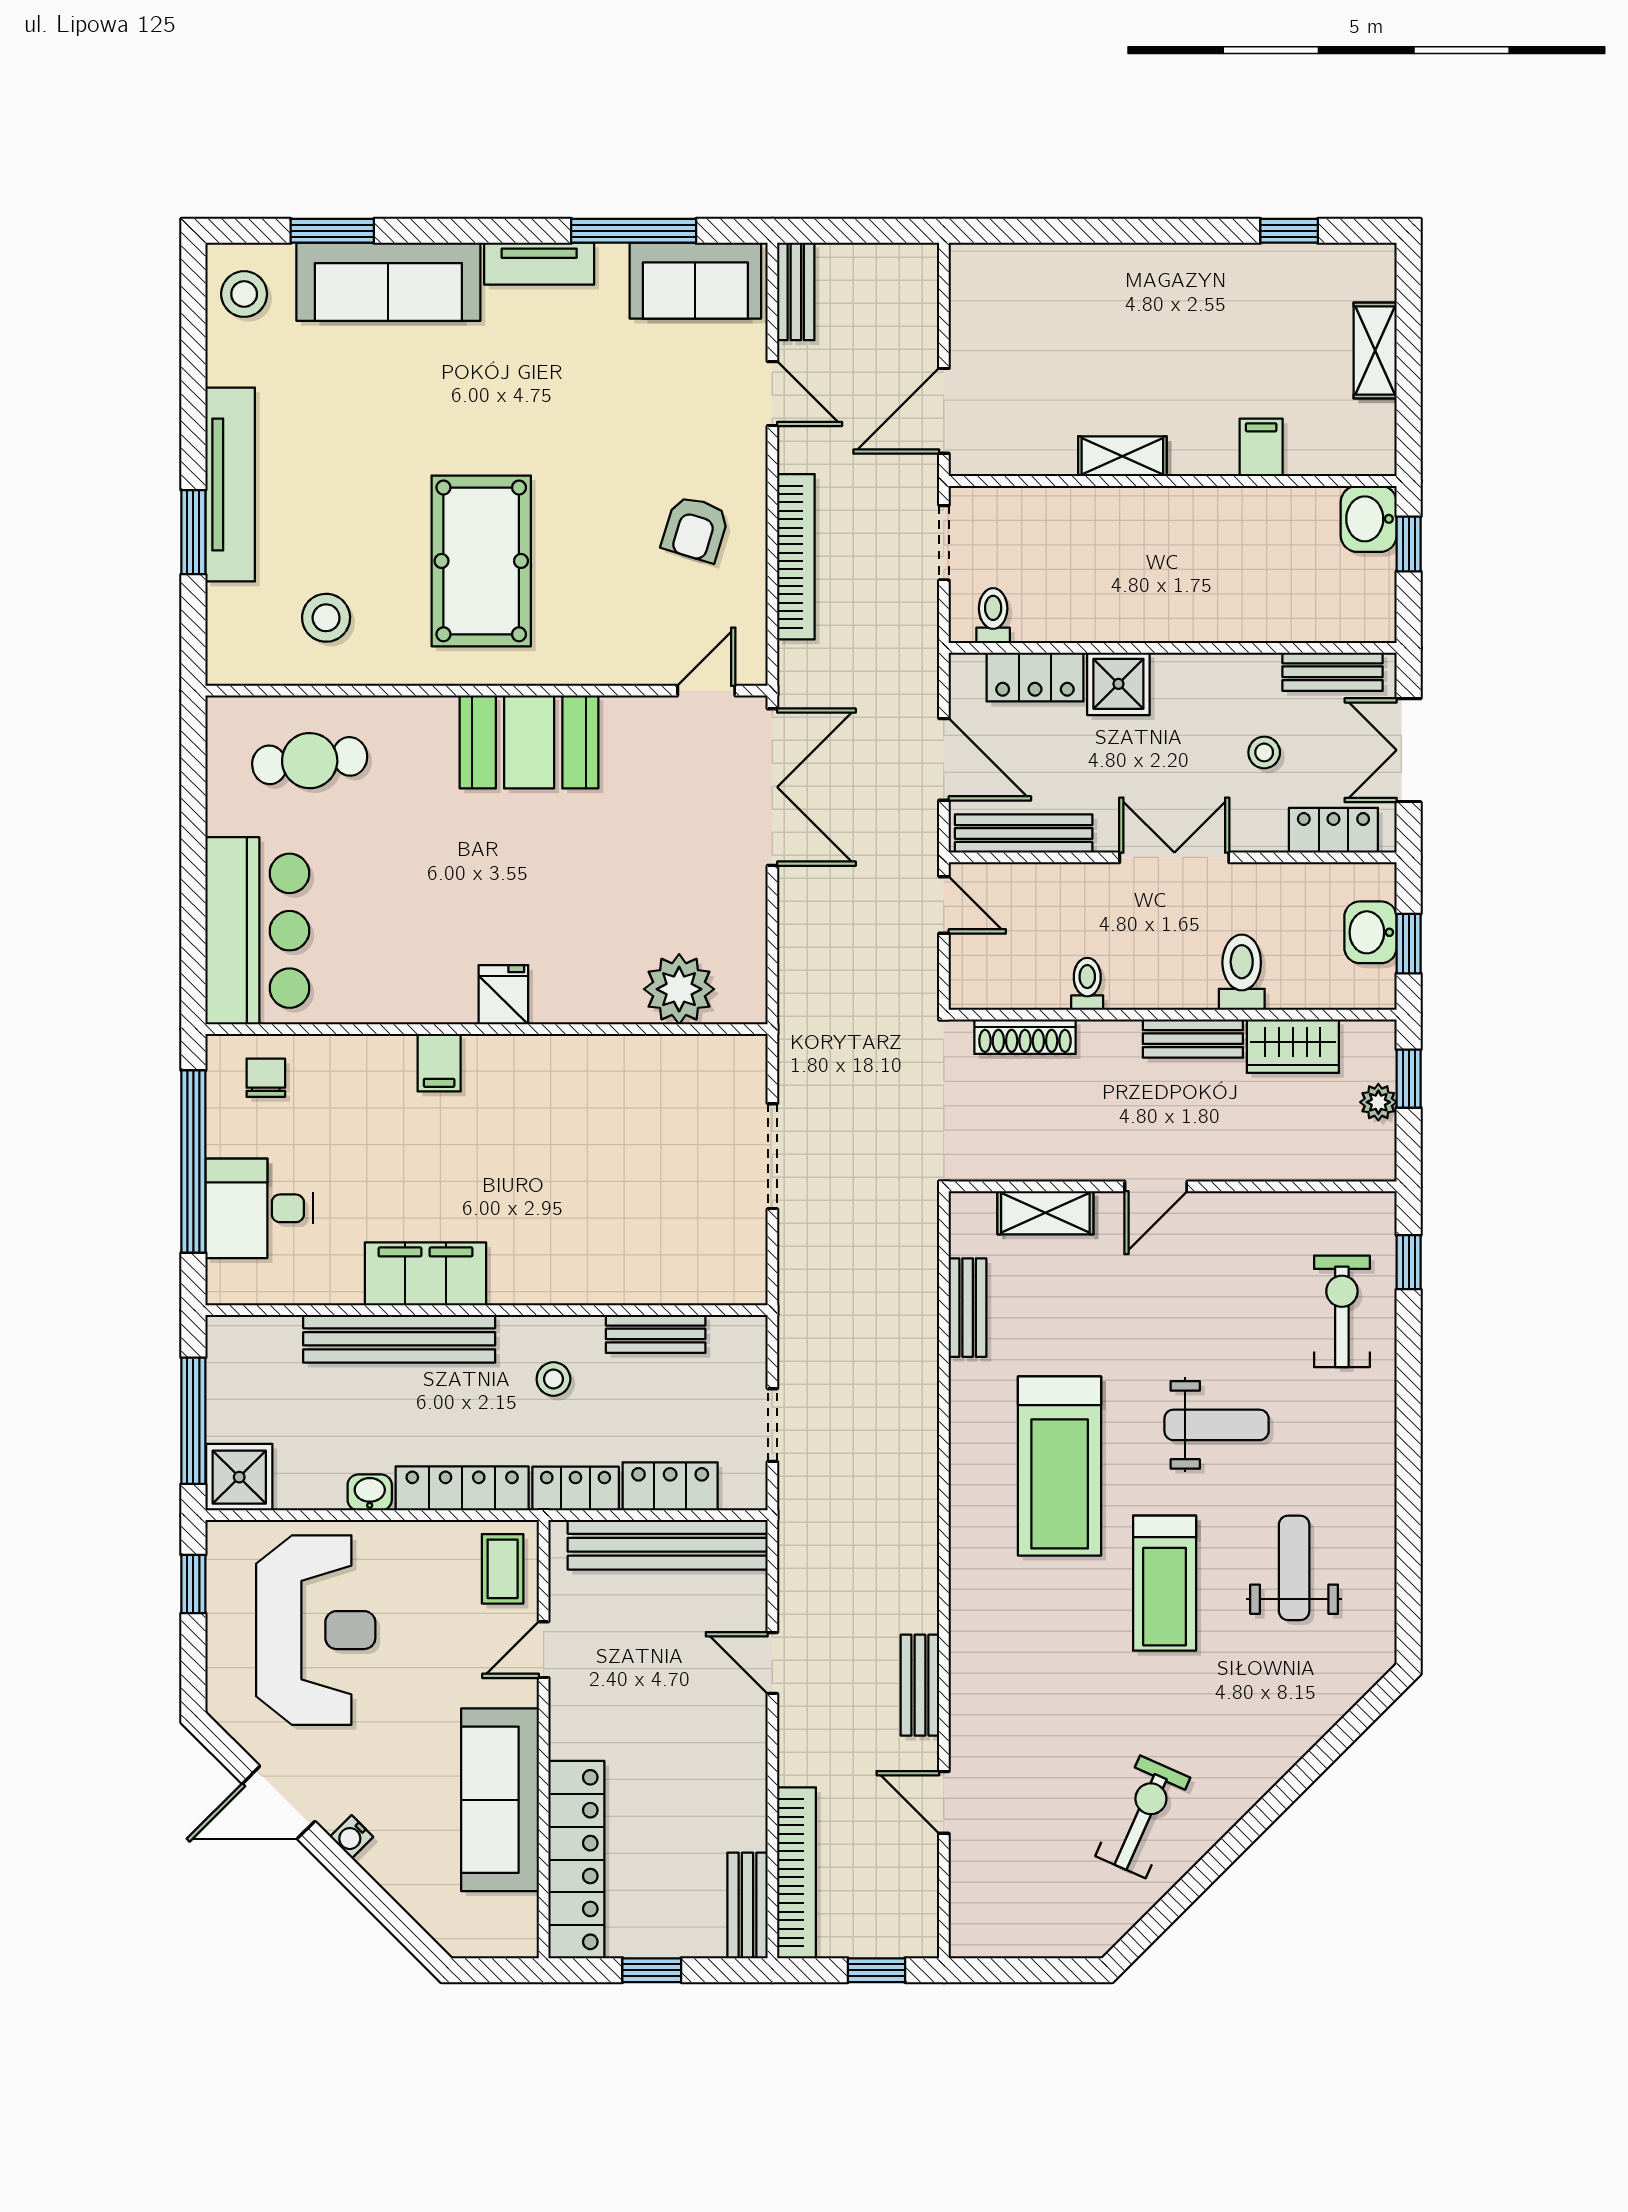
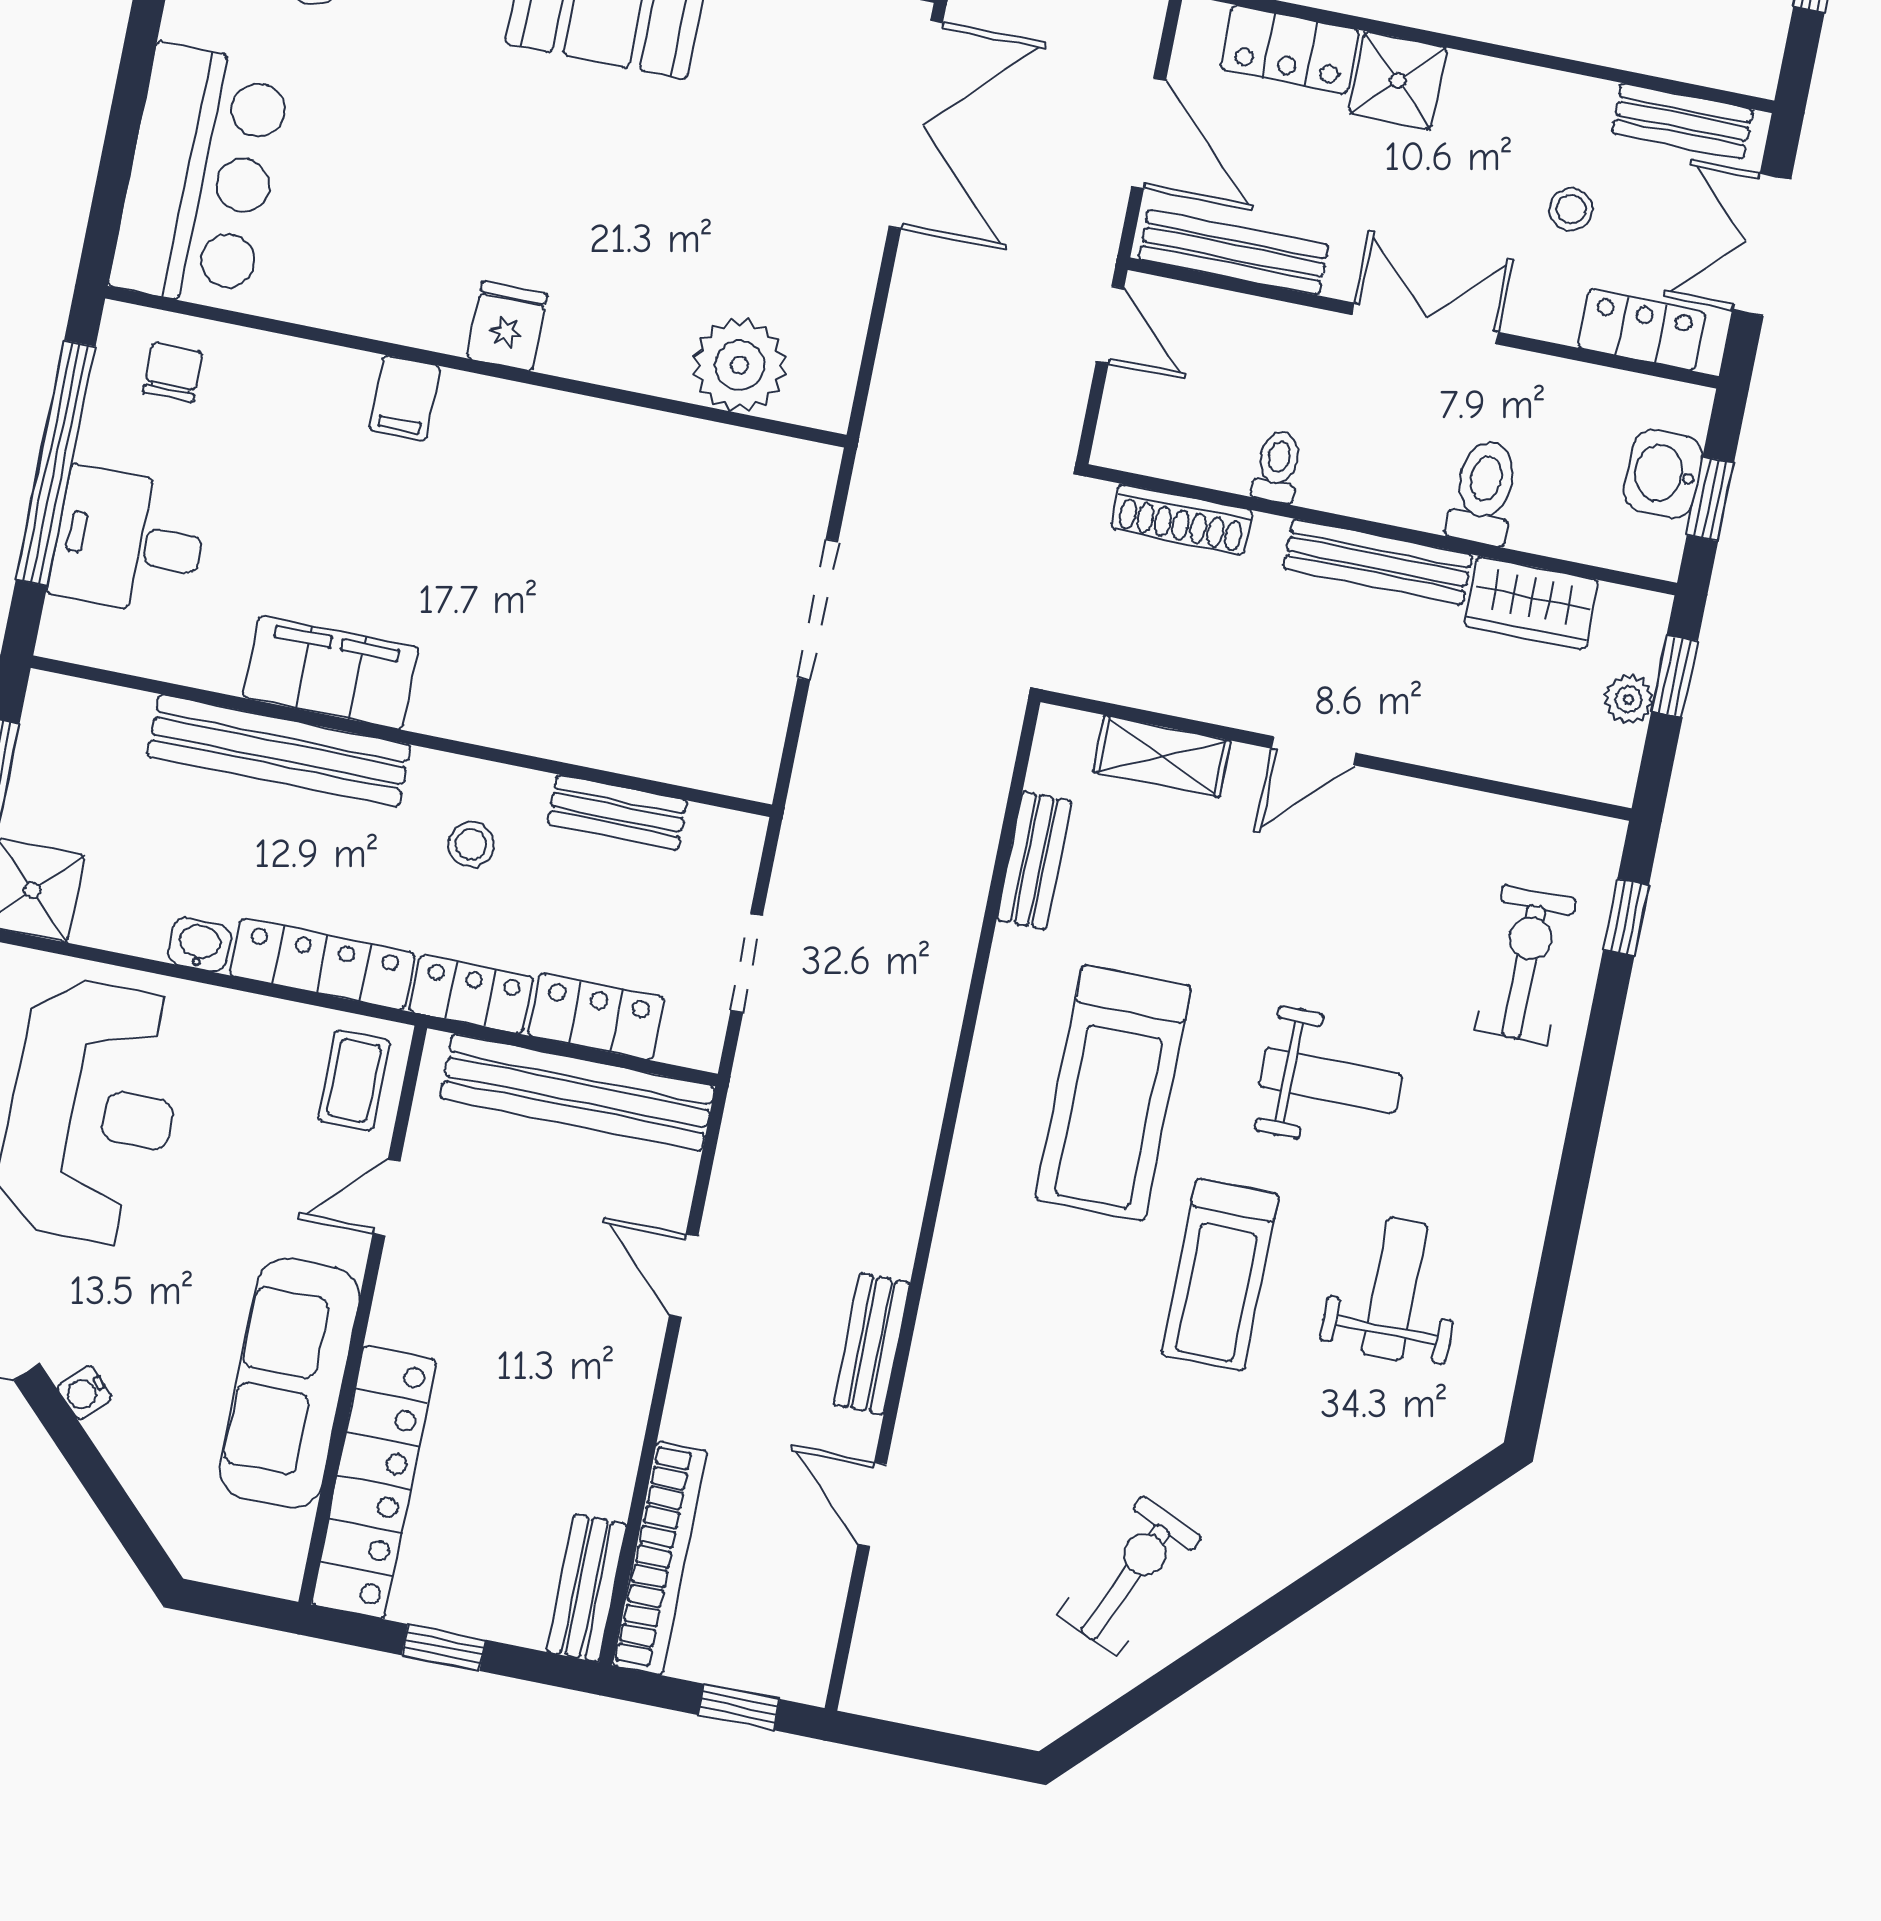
bench: (1193, 1039) -> (1378, 562), width x1.36

